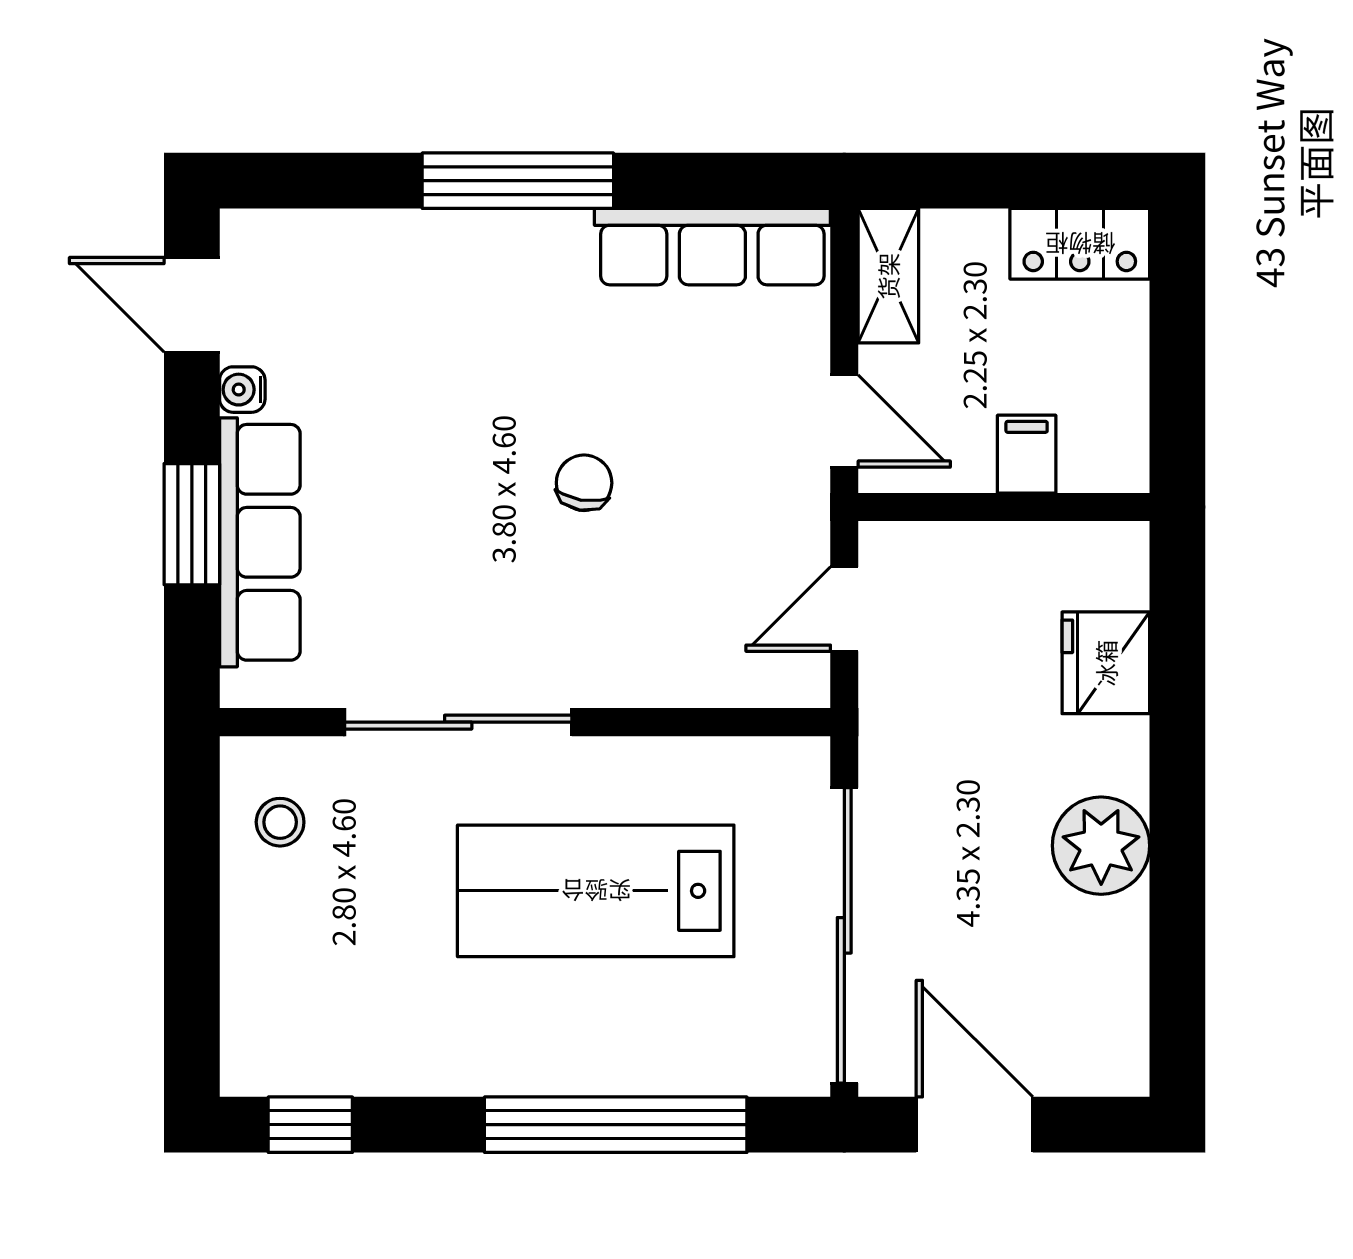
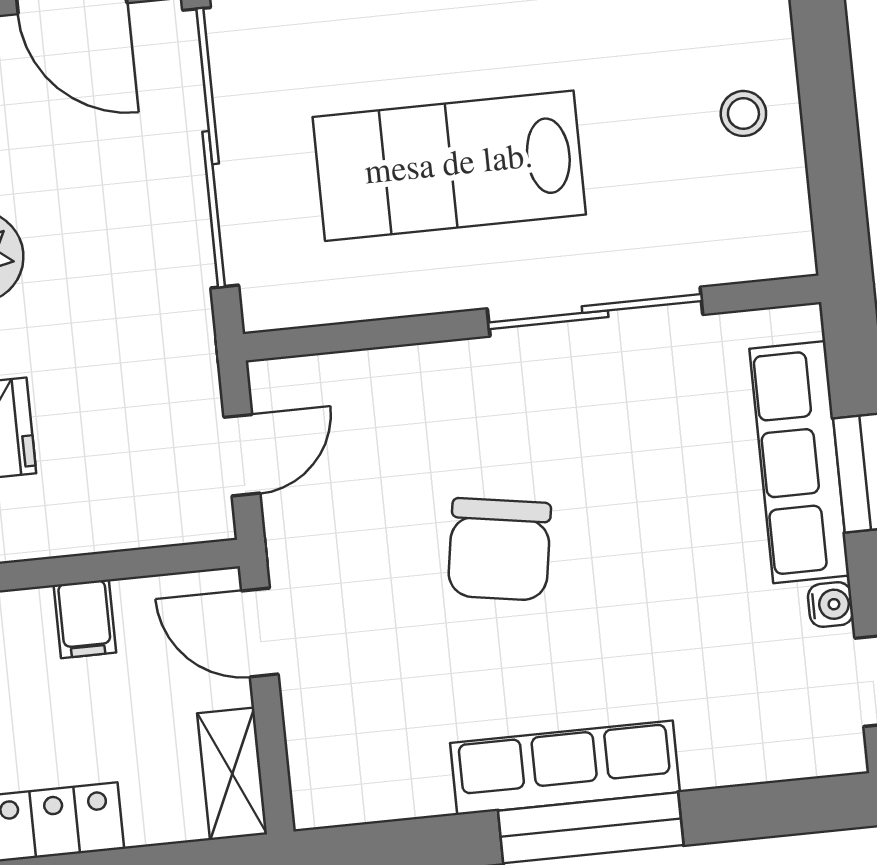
row of seats: (712, 247) -> (565, 768), moved
chair: (584, 483) -> (499, 549), width x1.87, depth x1.87
stool: (280, 822) -> (743, 113), moved
lab bench: (596, 891) -> (449, 166), turned 180

